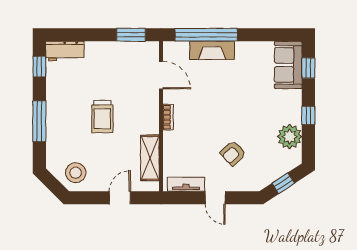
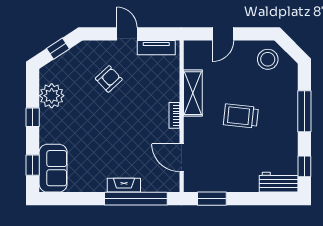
fireplace: (212, 50) -> (124, 185), width x0.73, depth x0.76
trolley: (102, 117) -> (241, 116), turned -84
shelving: (150, 158) -> (193, 93), moved

